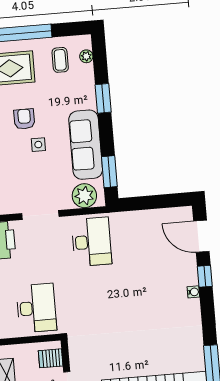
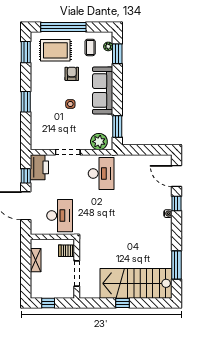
window: (103, 98) -> (117, 54), moved
armchair: (24, 119) -> (72, 74), moved
sofa: (86, 145) -> (103, 90), moved

